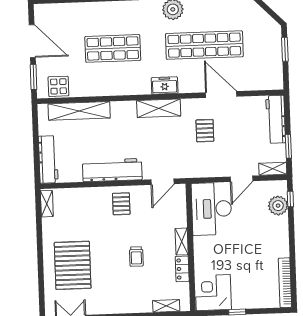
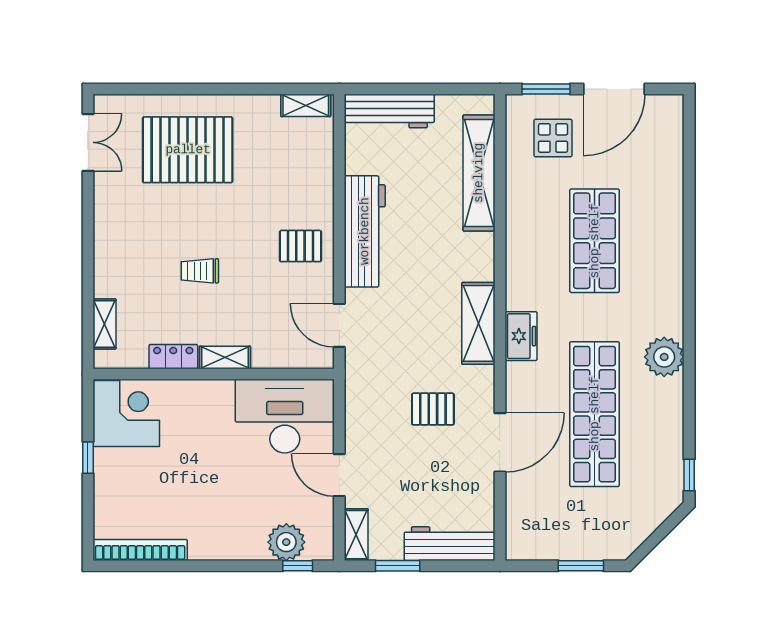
display table: (58, 86) -> (553, 138), moved

